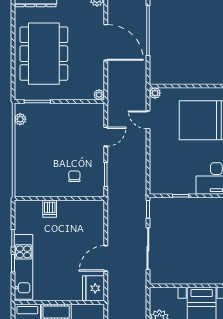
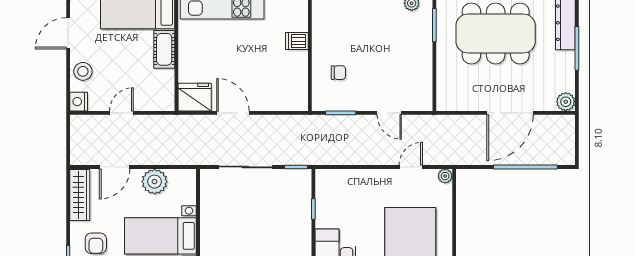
plant: (99, 95) -> (443, 104), removed

